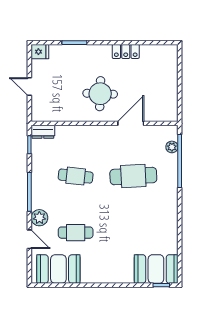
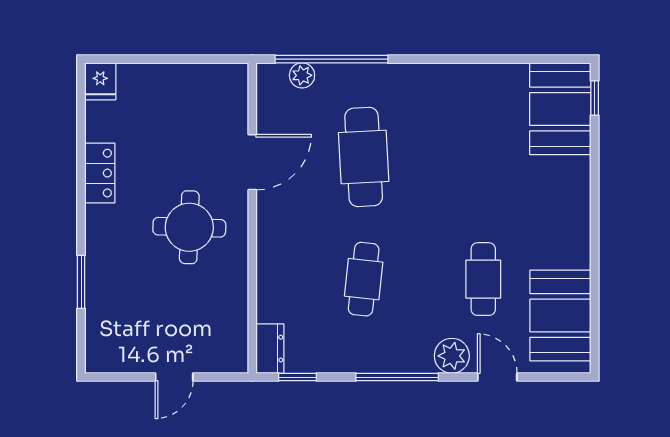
fridge: (40, 52) -> (100, 81), moved, turned 180
door: (131, 123) -> (252, 162), swing flipped
door: (29, 239) -> (497, 377), hinge flipped

